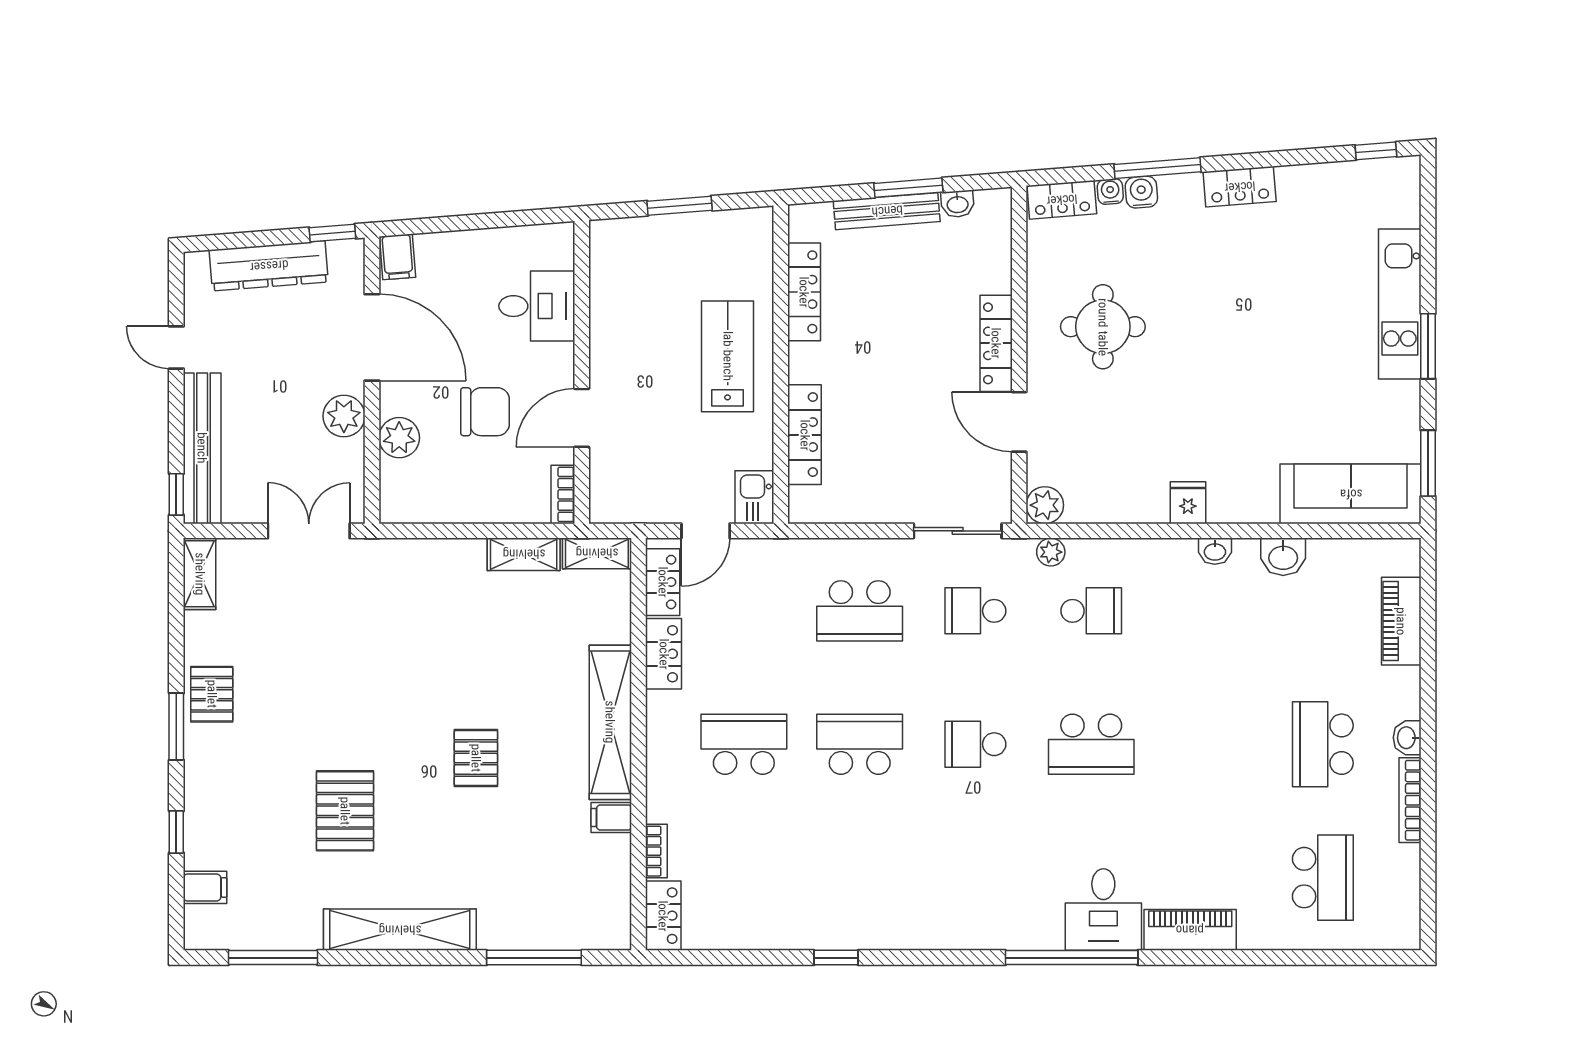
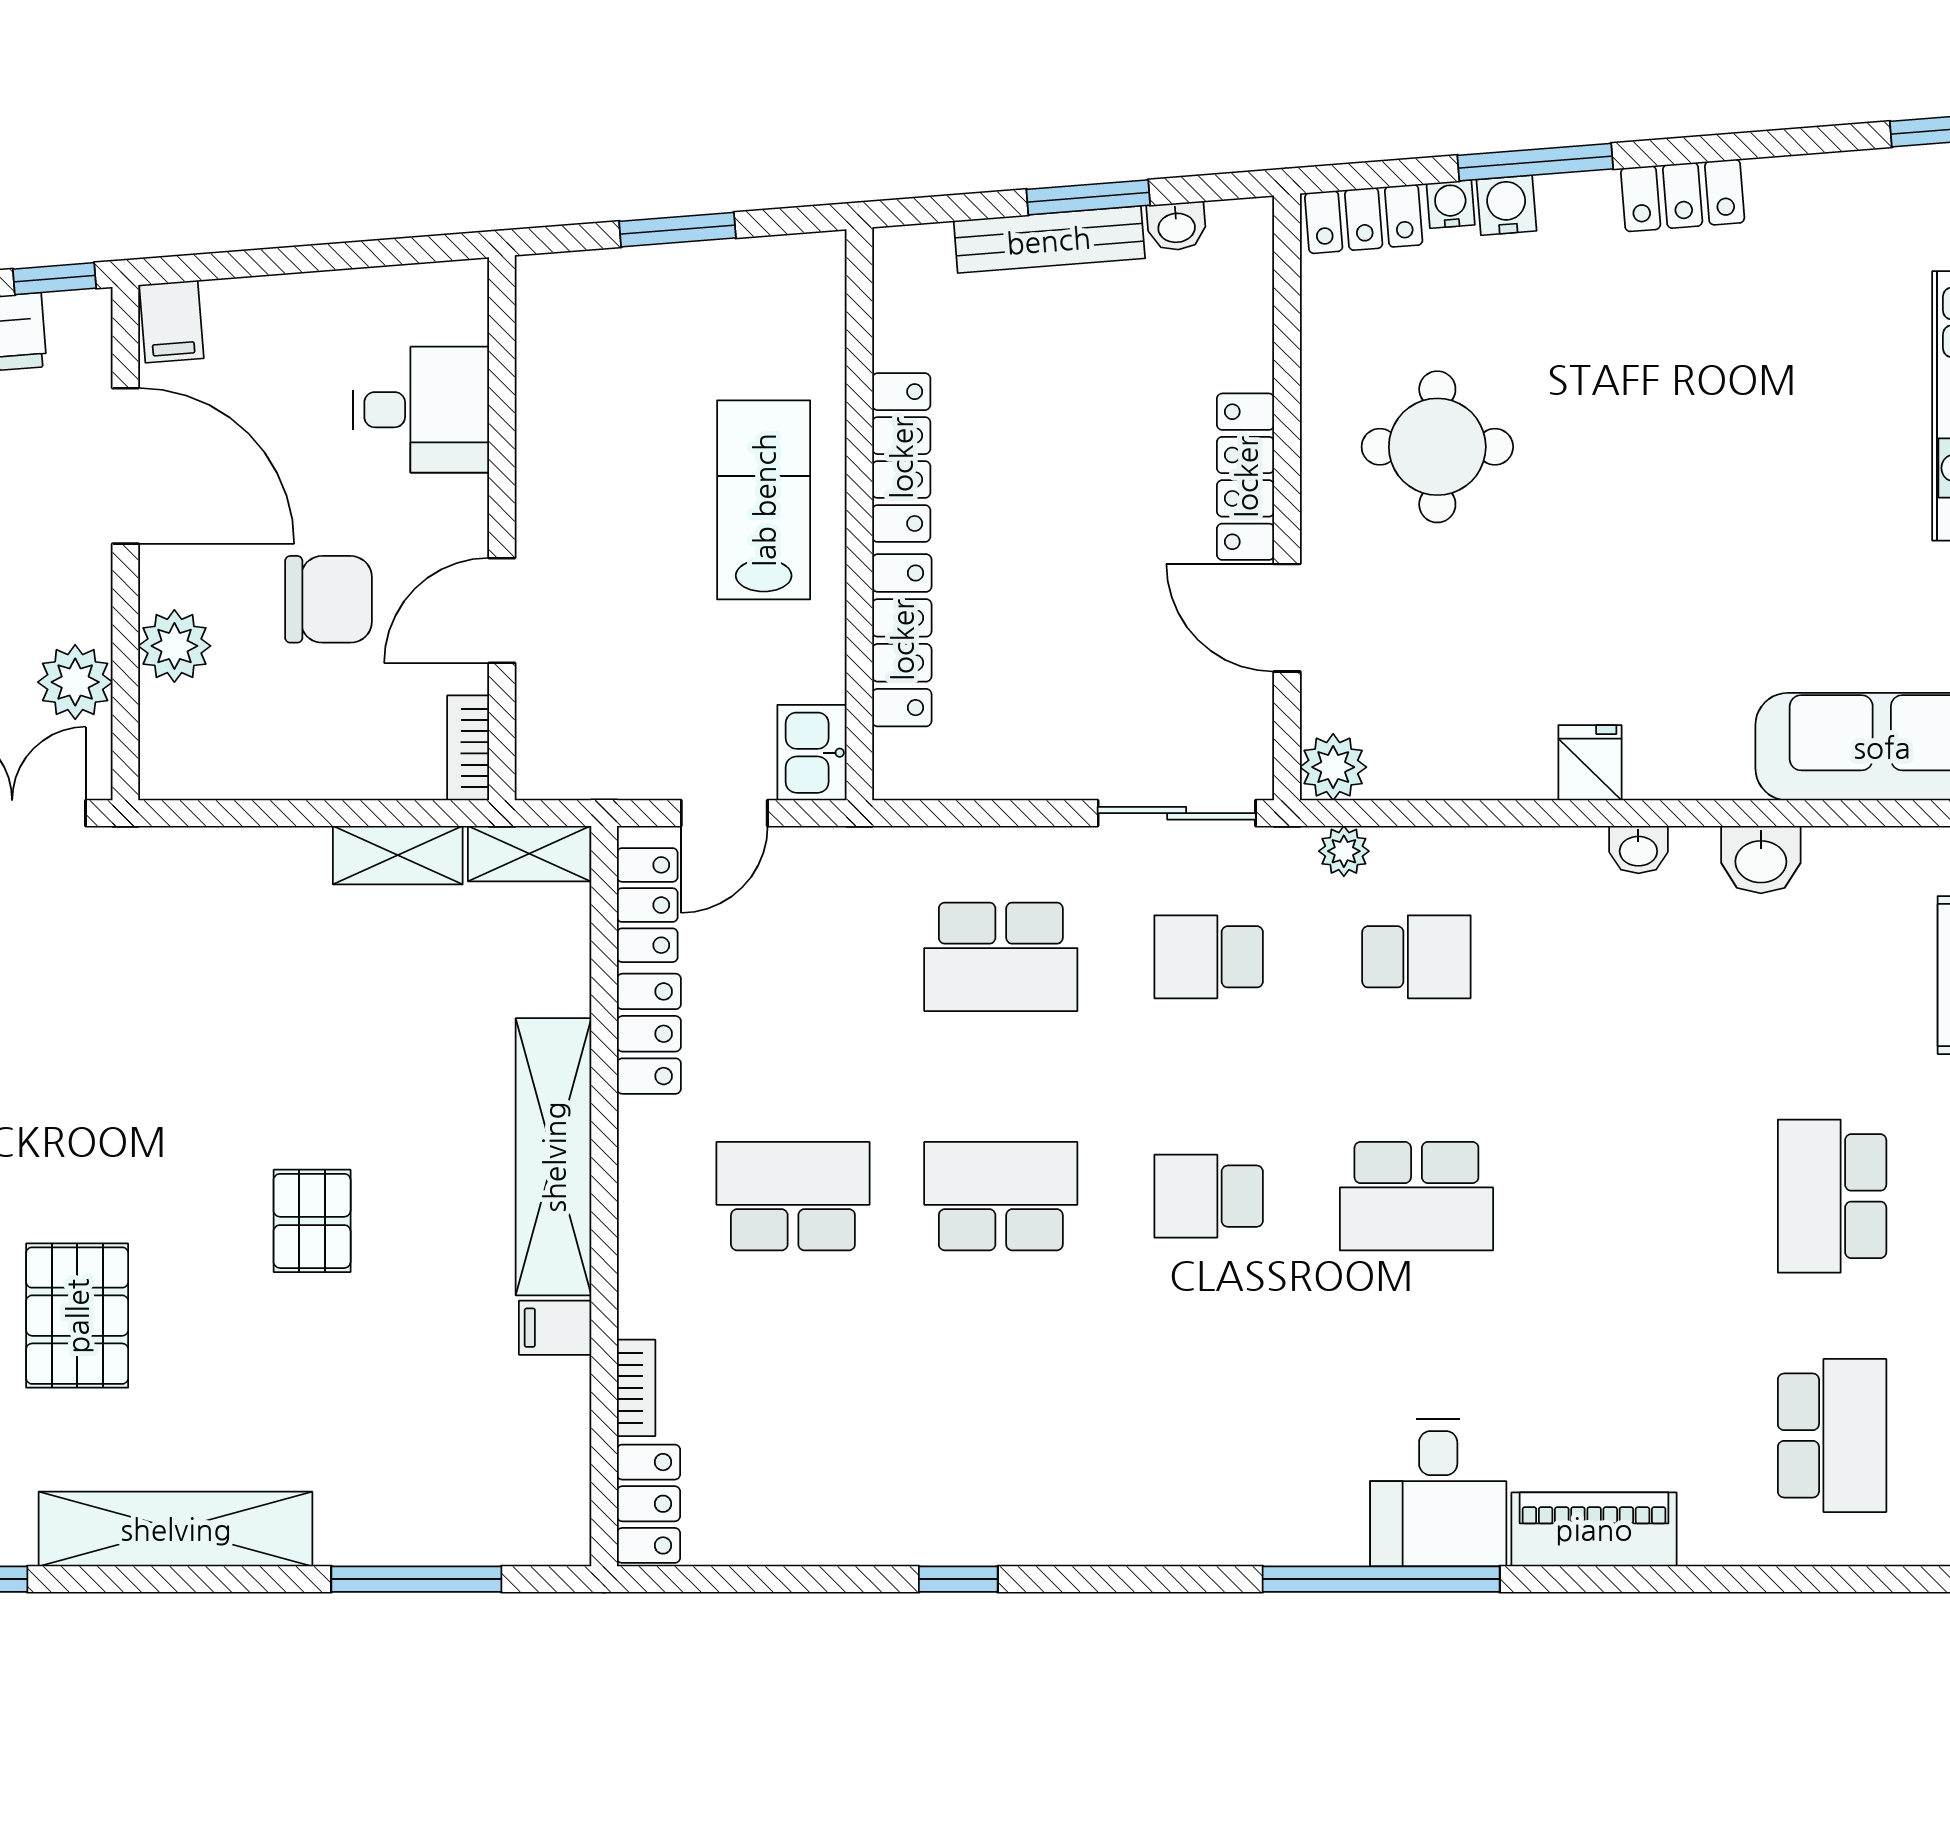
locker: (804, 292) -> (901, 458), moved
plant: (344, 416) -> (75, 682), moved

